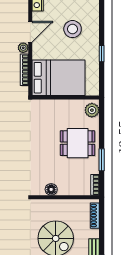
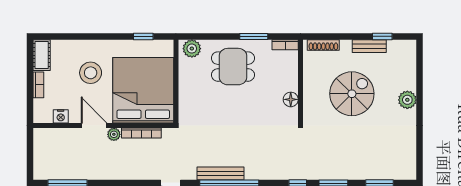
window: (102, 54) -> (143, 36), moved
bed: (59, 78) -> (143, 90), width x1.36
dining table: (78, 143) -> (233, 67), turned 90

